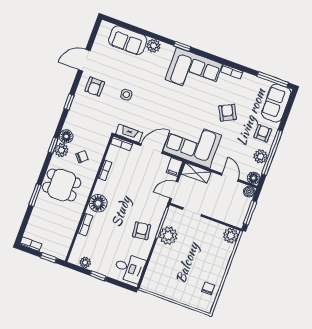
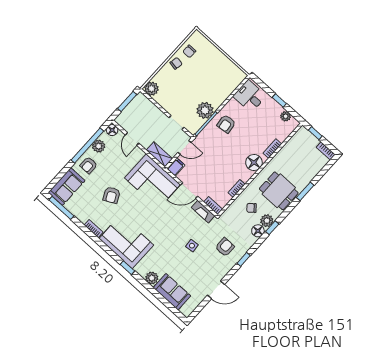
armchair: (95, 87) -> (225, 247), moved
boiler: (249, 192) -> (120, 120), removed
chair: (217, 271) -> (176, 63), added

